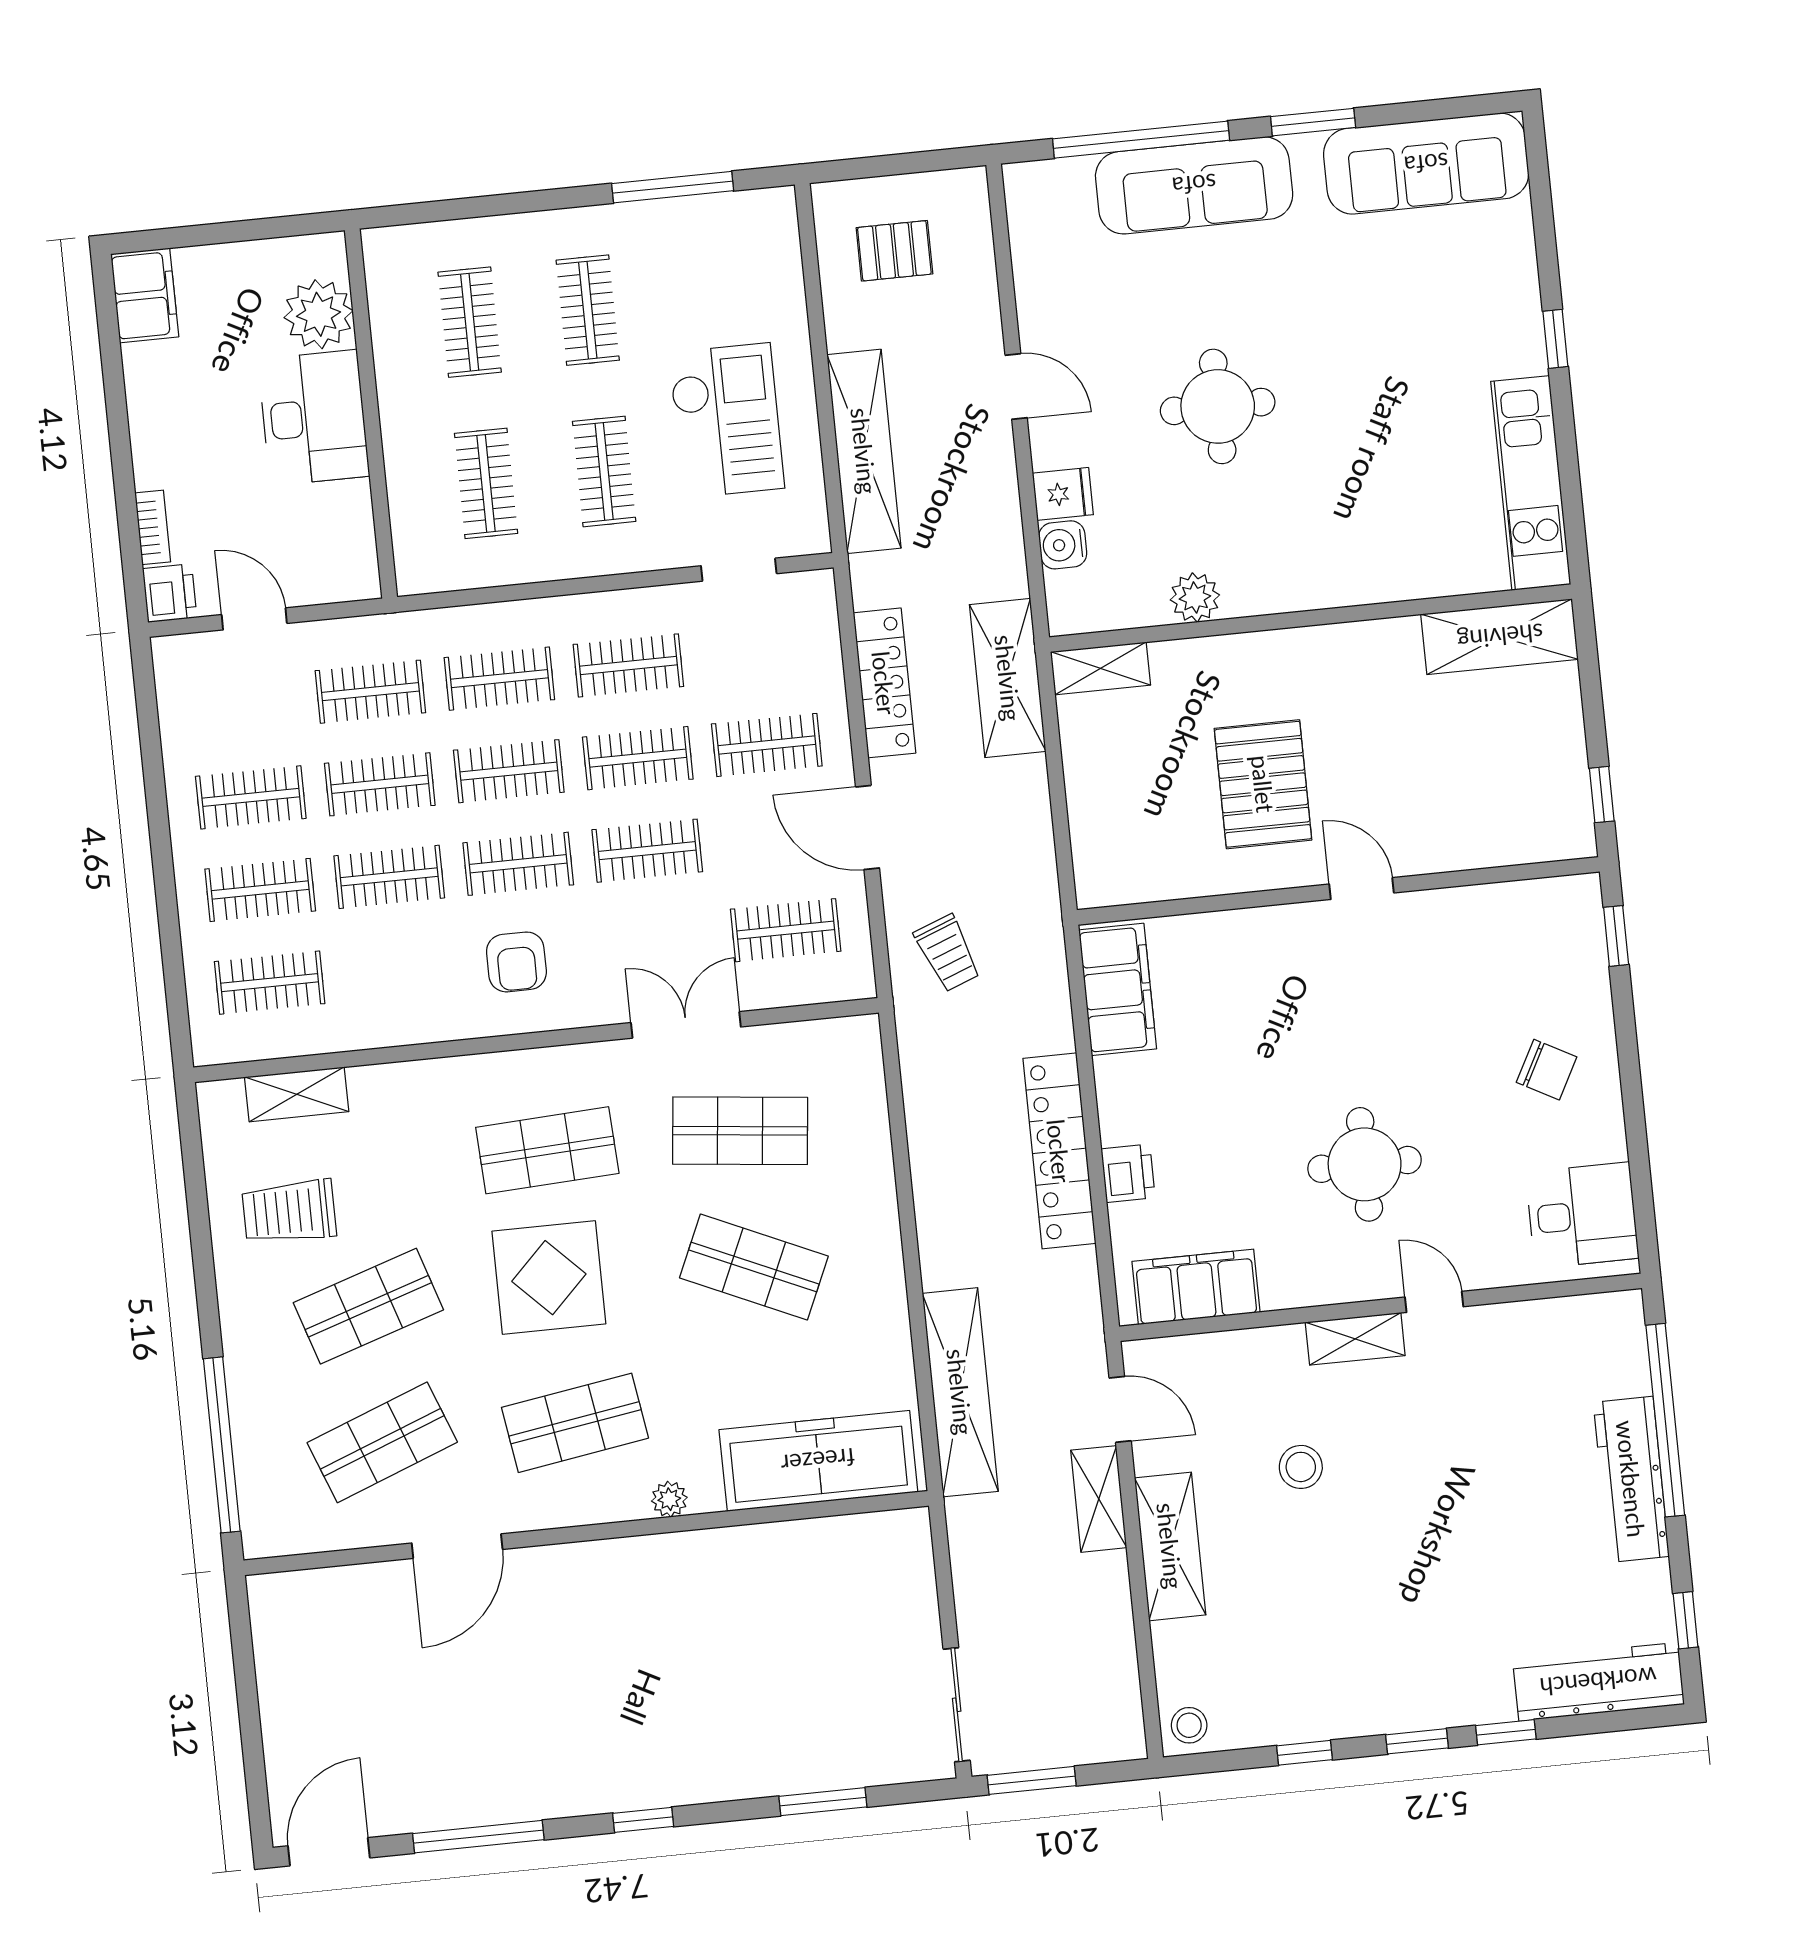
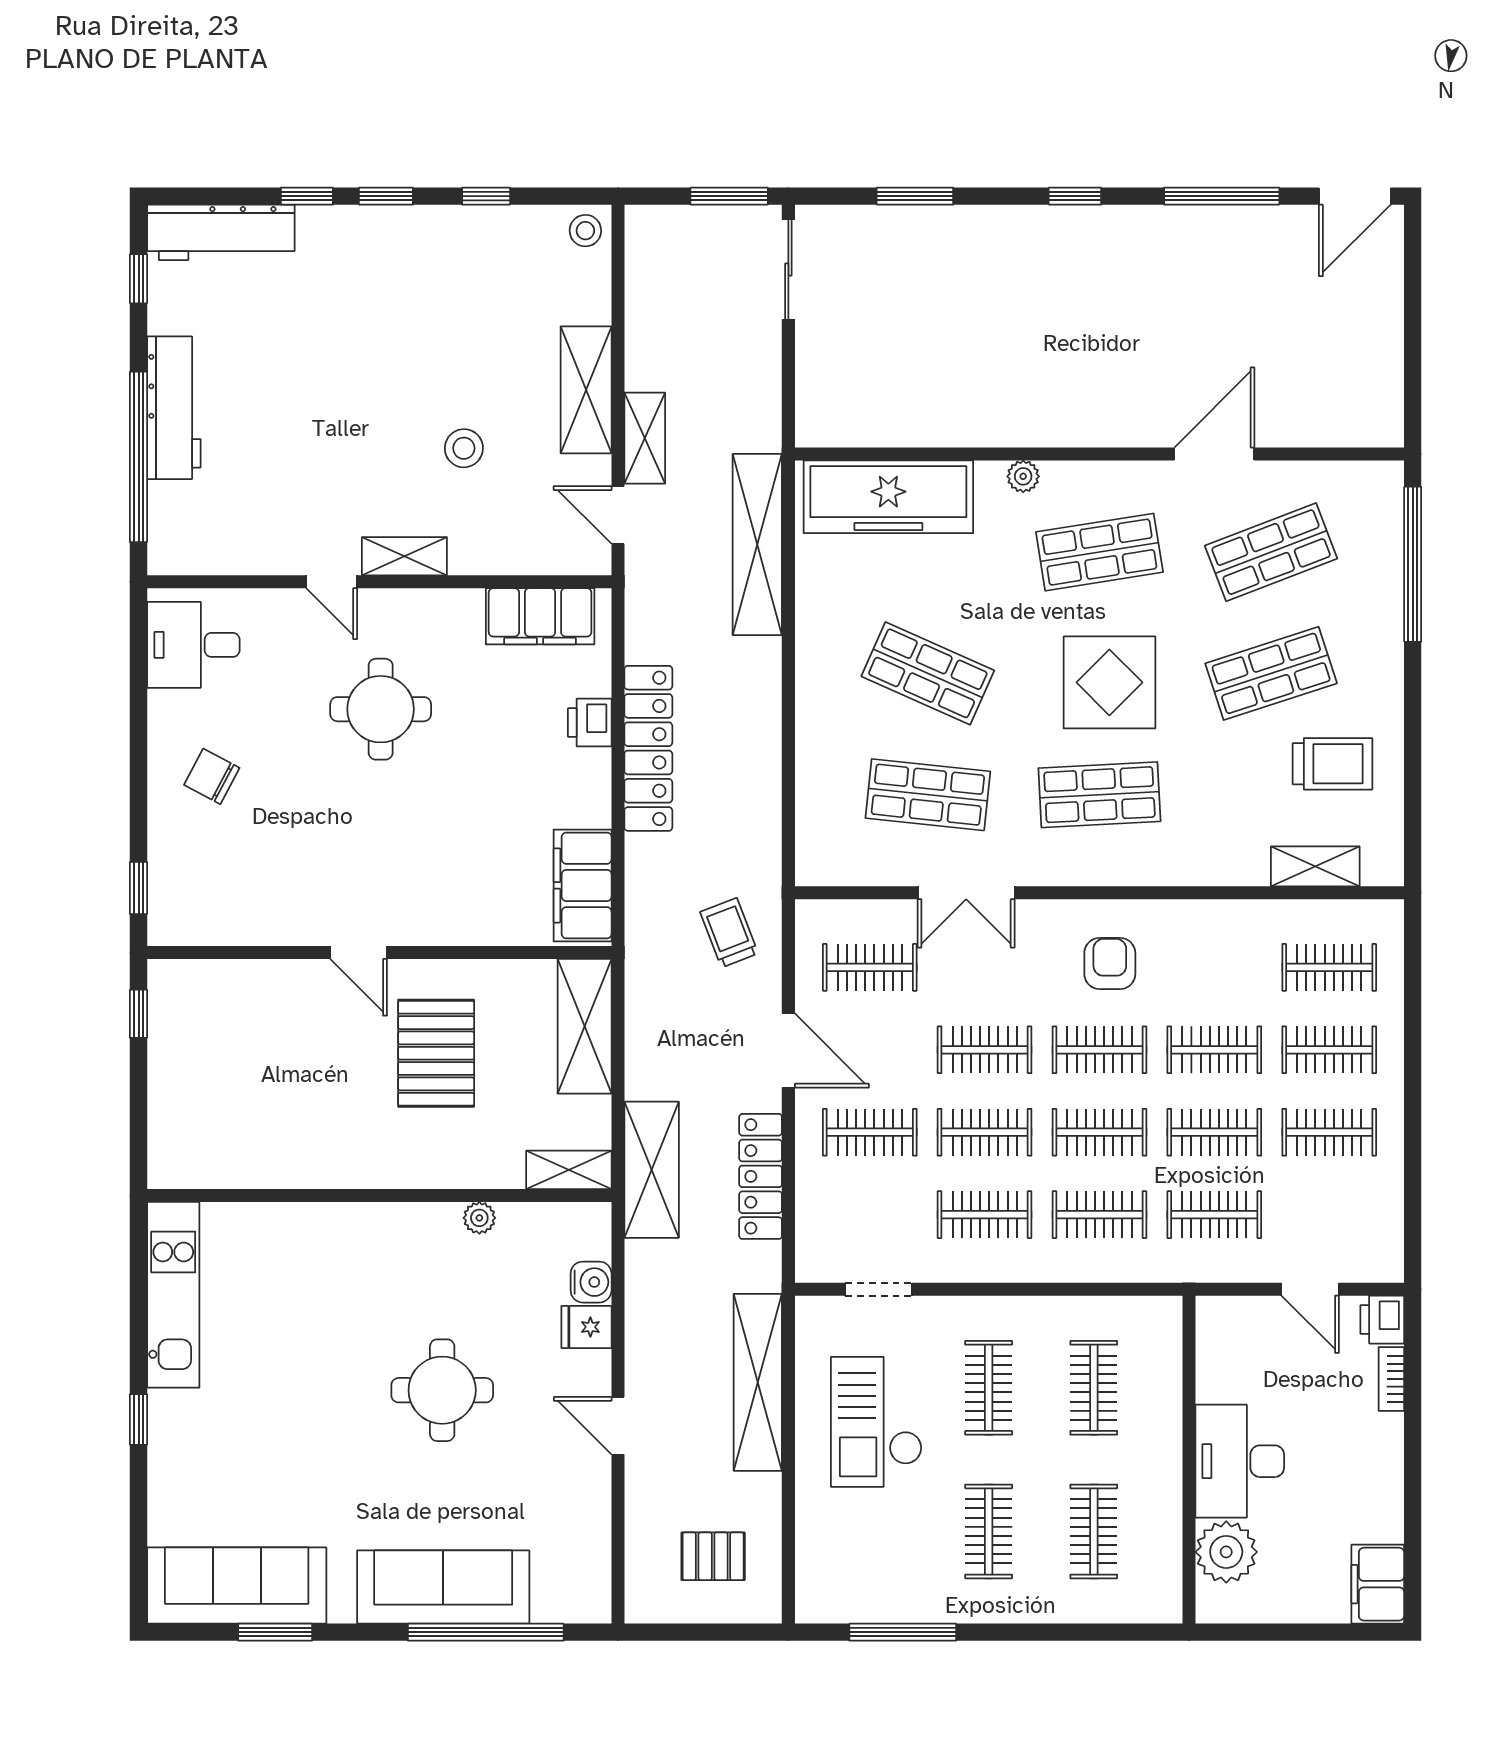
window: (1313, 122) -> (275, 1632), moved
plant: (1195, 597) -> (479, 1218), width x0.73, depth x0.73
shelving: (1500, 637) -> (585, 1026), moved, turned 90

